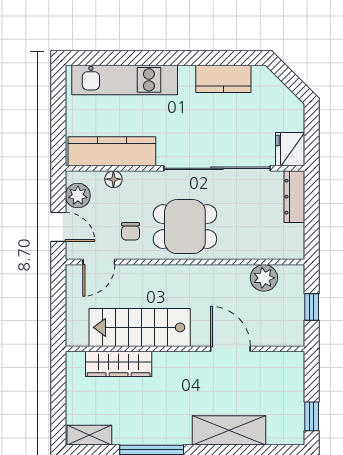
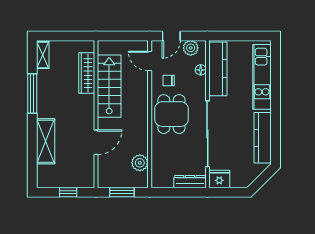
kitchen counter: (223, 79) -> (263, 138), width x1.50
window: (312, 307) -> (122, 192), width x1.50
window: (312, 416) -> (68, 192), moved

